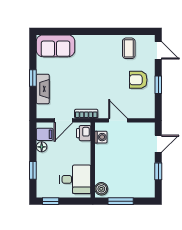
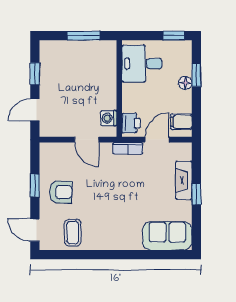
floor lamp: (42, 147) -> (185, 83), moved
boiler: (101, 189) -> (108, 51), removed

